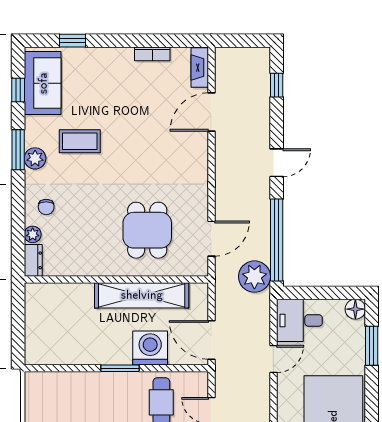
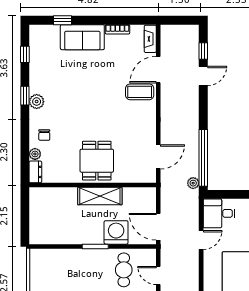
sofa: (43, 83) -> (82, 37), moved, turned 90
coffee table: (80, 141) -> (140, 92), moved
window: (18, 150) -> (25, 96), width x0.67
door: (277, 163) -> (203, 76), moved
dining table: (147, 230) -> (97, 161), moved
plant: (254, 277) -> (193, 183), width x0.53, depth x0.53
shelving: (142, 295) -> (100, 196), width x0.68

